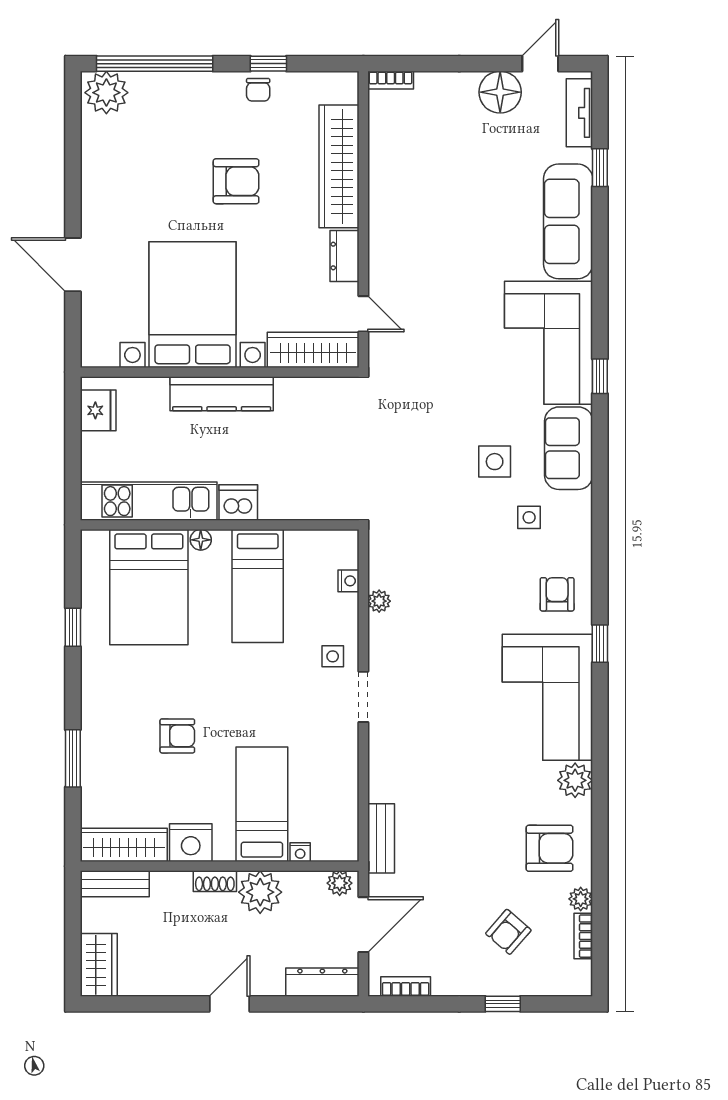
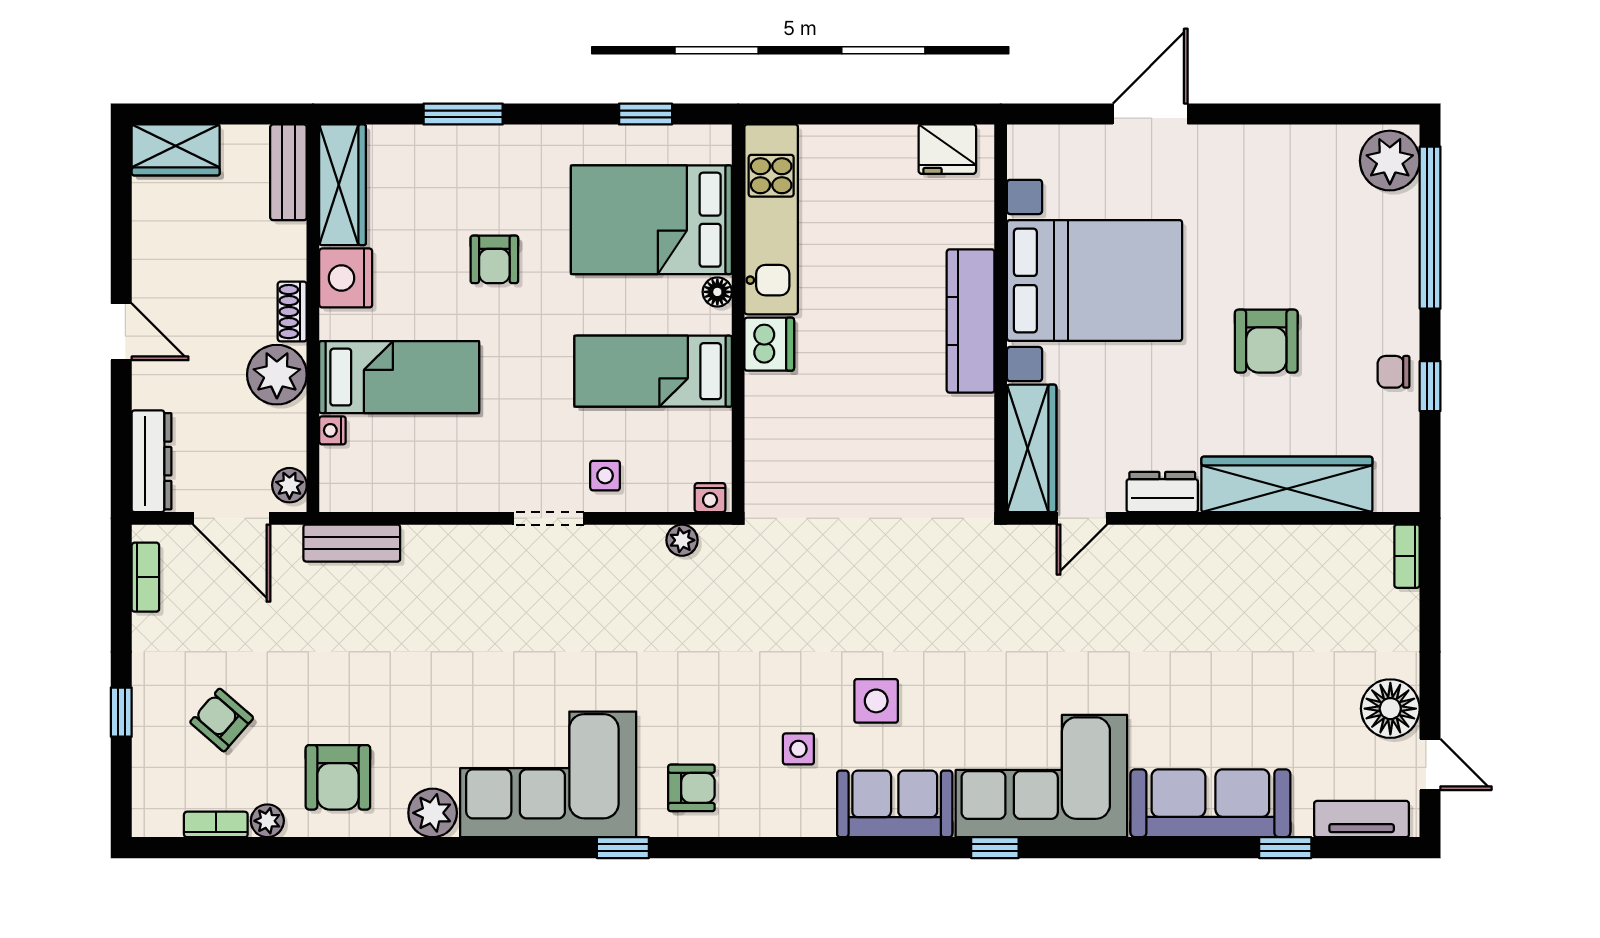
kitchen unit: (149, 501) -> (771, 219), moved
dishwasher: (238, 502) -> (769, 344), moved
wall: (220, 525) -> (738, 318), moved
floor lamp: (201, 540) -> (717, 292), moved
bed: (258, 586) -> (653, 371), moved
bed: (149, 587) -> (651, 220), moved

